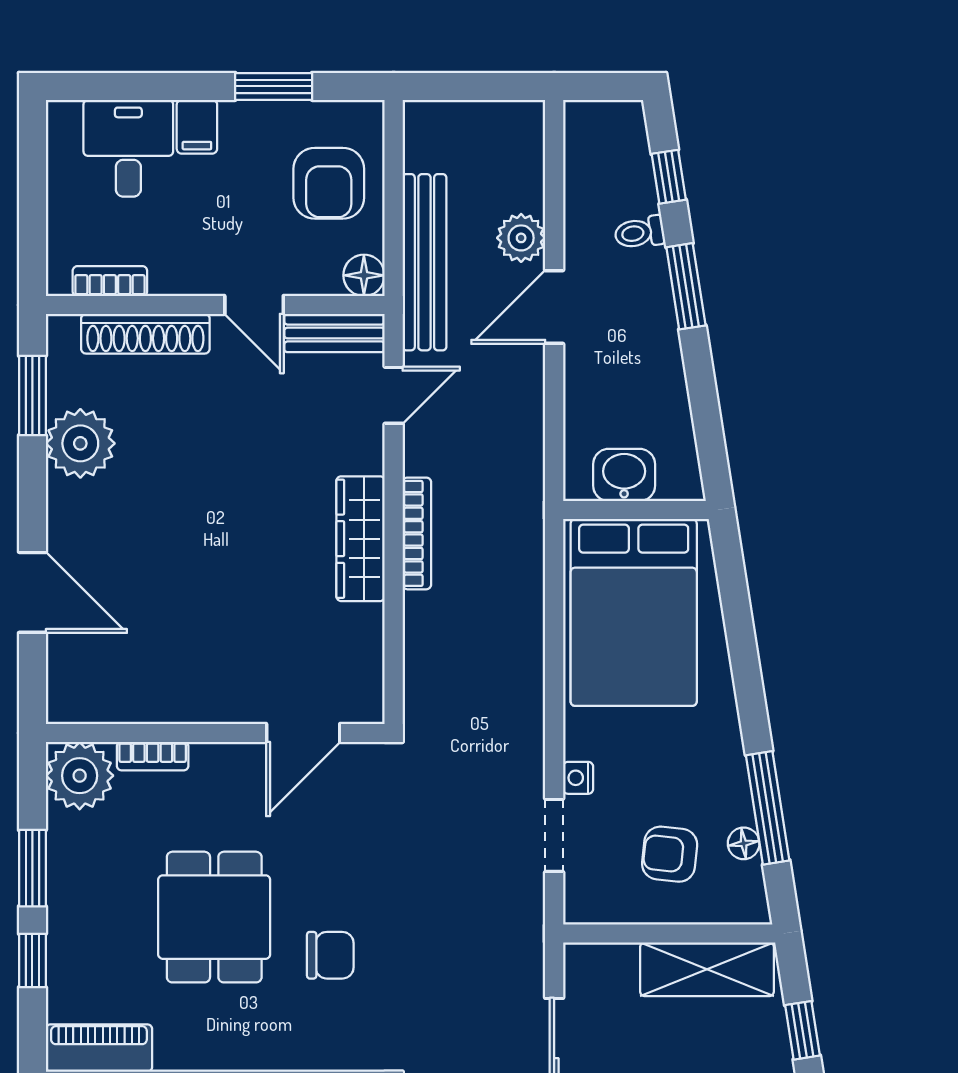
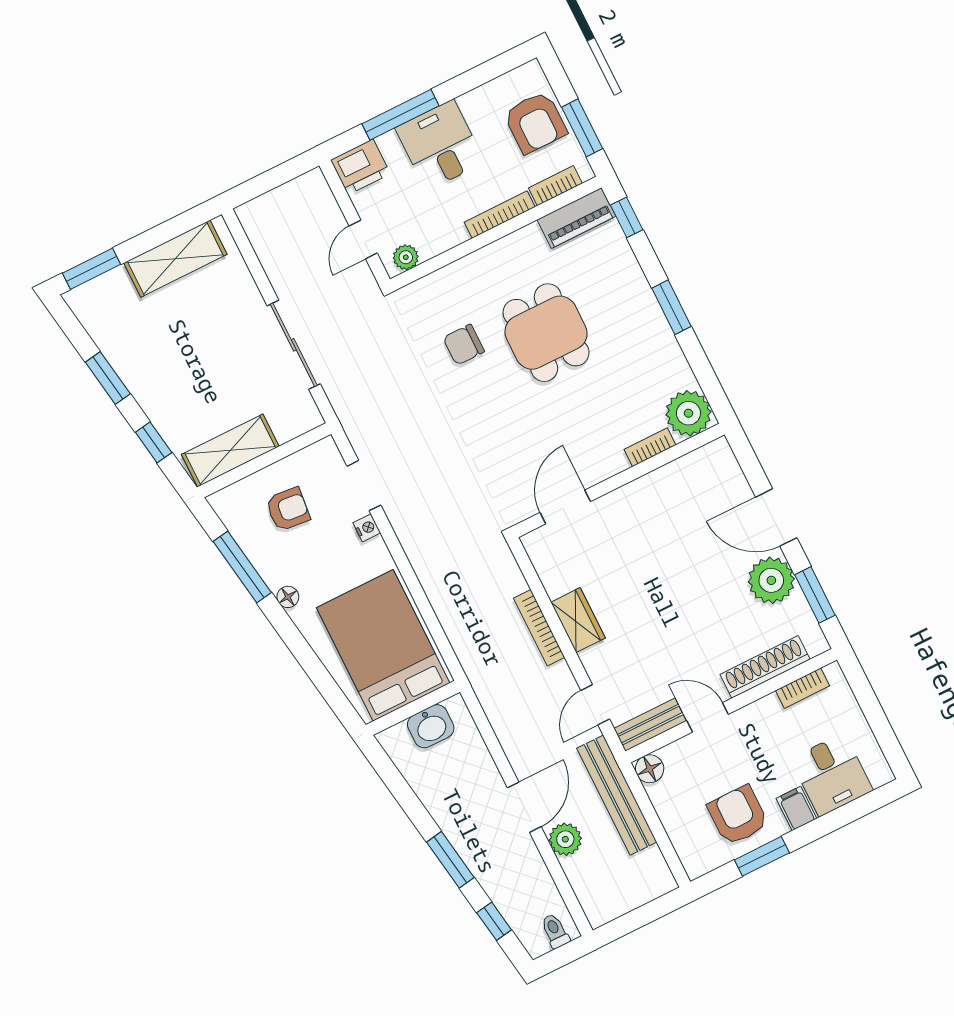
armchair: (329, 183) -> (738, 815), moved
toilet: (640, 233) -> (555, 931), moved, turned -81
wardrobe: (361, 539) -> (578, 620), width x0.67
door: (32, 592) -> (776, 517), moved
wall: (215, 733) -> (619, 480), moved
door: (303, 733) -> (565, 507), moved
bookcase: (153, 756) -> (650, 447), moved
plant: (80, 776) -> (688, 413), moved
floor lamp: (744, 843) -> (288, 597), moved
window: (32, 960) -> (627, 217), moved

